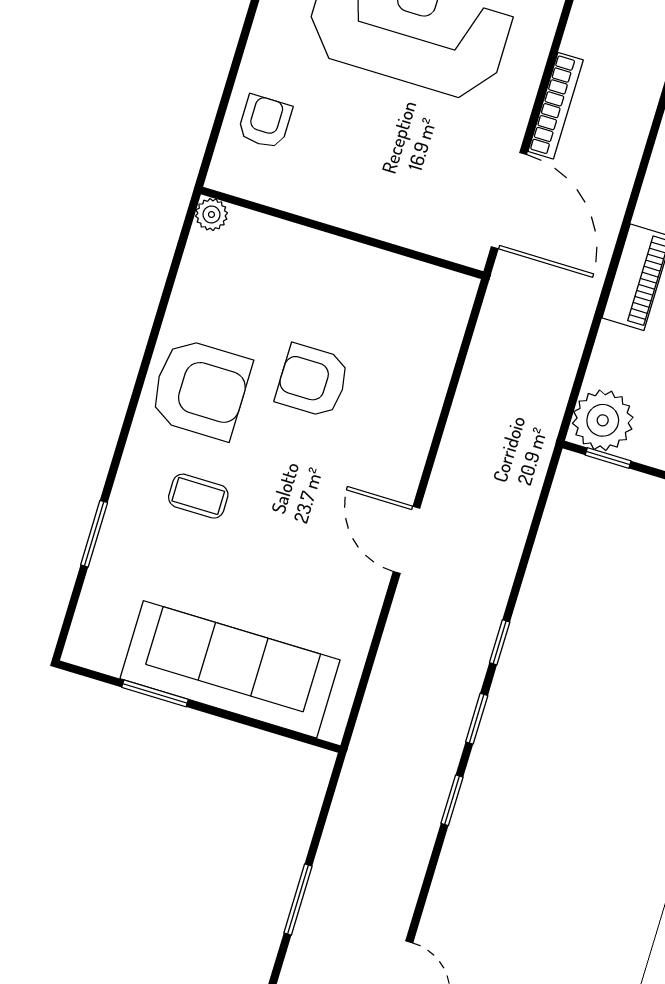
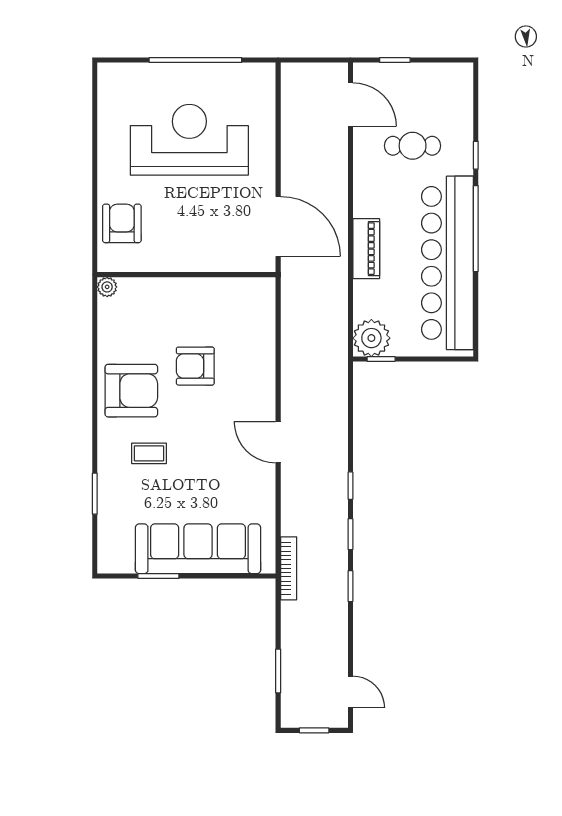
bookcase: (556, 106) -> (289, 568), moved
armchair: (265, 122) -> (122, 223), width x1.38, depth x1.38

